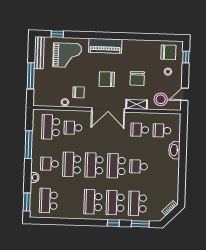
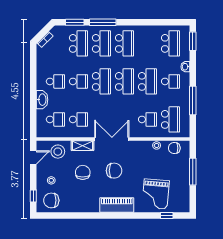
bench: (39, 53) -> (185, 196), removed
grand piano: (67, 55) -> (156, 194), turned -85
chair: (79, 92) -> (174, 148), moved
school desk: (161, 167) -> (55, 81), added
window: (113, 223) -> (103, 22), width x2.17

